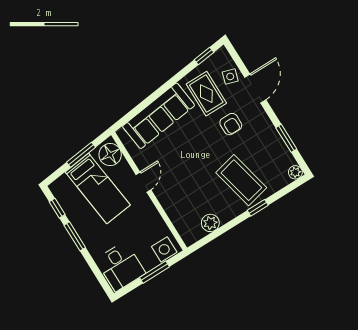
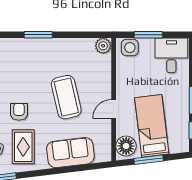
sofa: (159, 116) -> (70, 153), width x0.73
coffee table: (241, 180) -> (66, 97), moved
window: (258, 208) -> (38, 35), width x1.50
plant: (210, 223) -> (103, 46), moved

